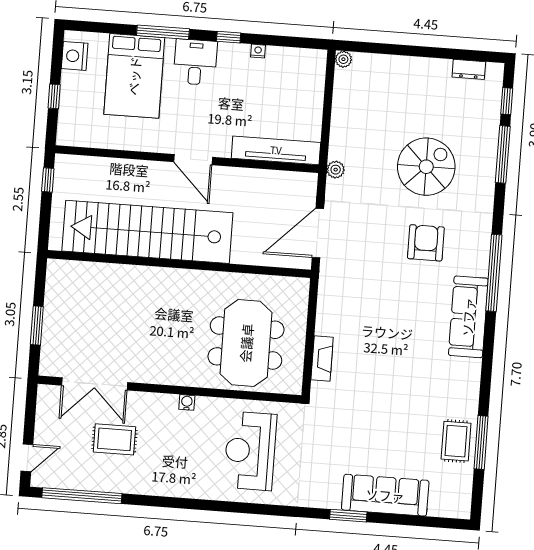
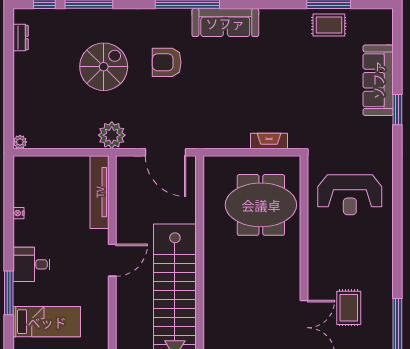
window: (229, 37) -> (9, 238), removed
bed: (134, 76) -> (47, 322), width x0.67
spiral stairs: (426, 167) -> (104, 67), turned 90
plant: (336, 170) -> (112, 135), width x1.88, depth x1.88
water cooler: (187, 402) -> (314, 250), removed

